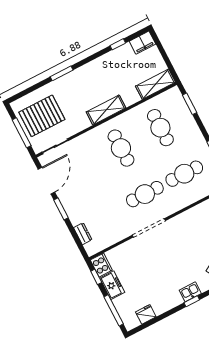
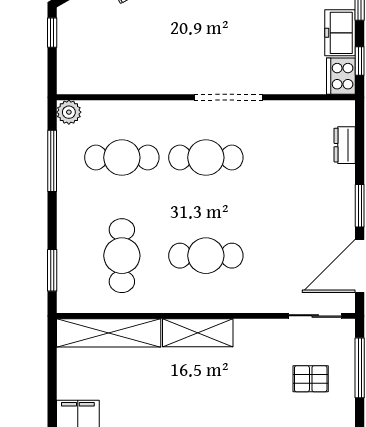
shelving: (156, 84) -> (109, 333), width x1.47
pallet: (42, 116) -> (311, 379), width x0.49, depth x0.50
cafe table: (121, 148) -> (206, 256), turned 90

